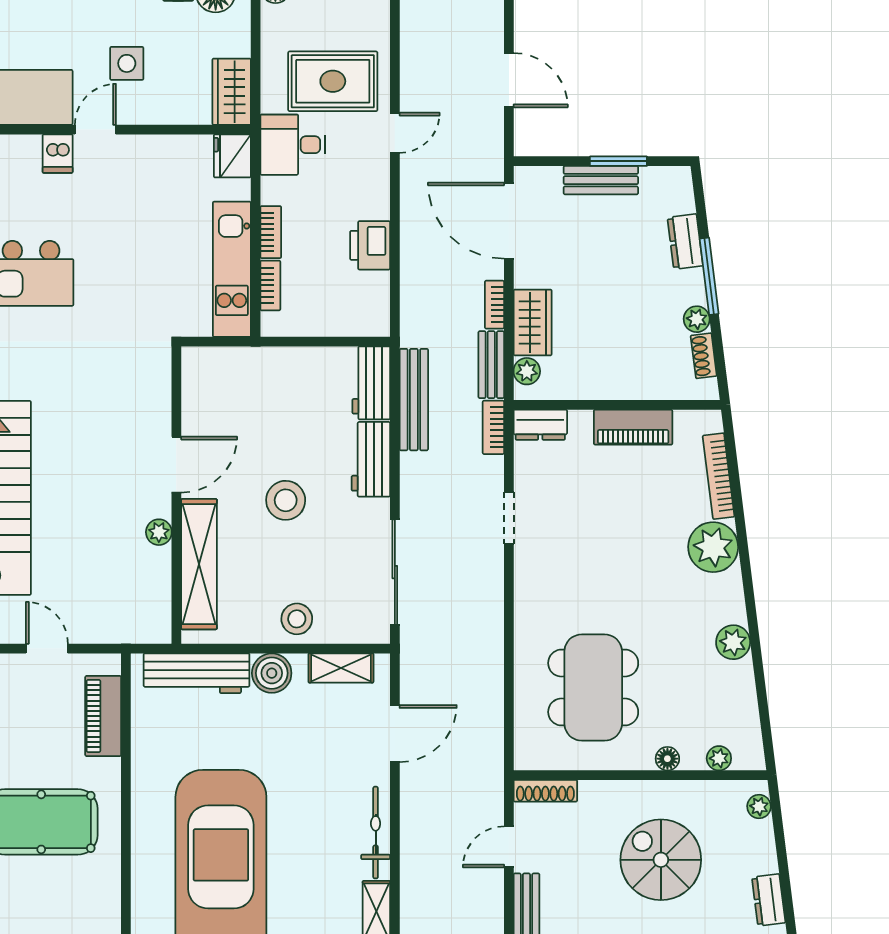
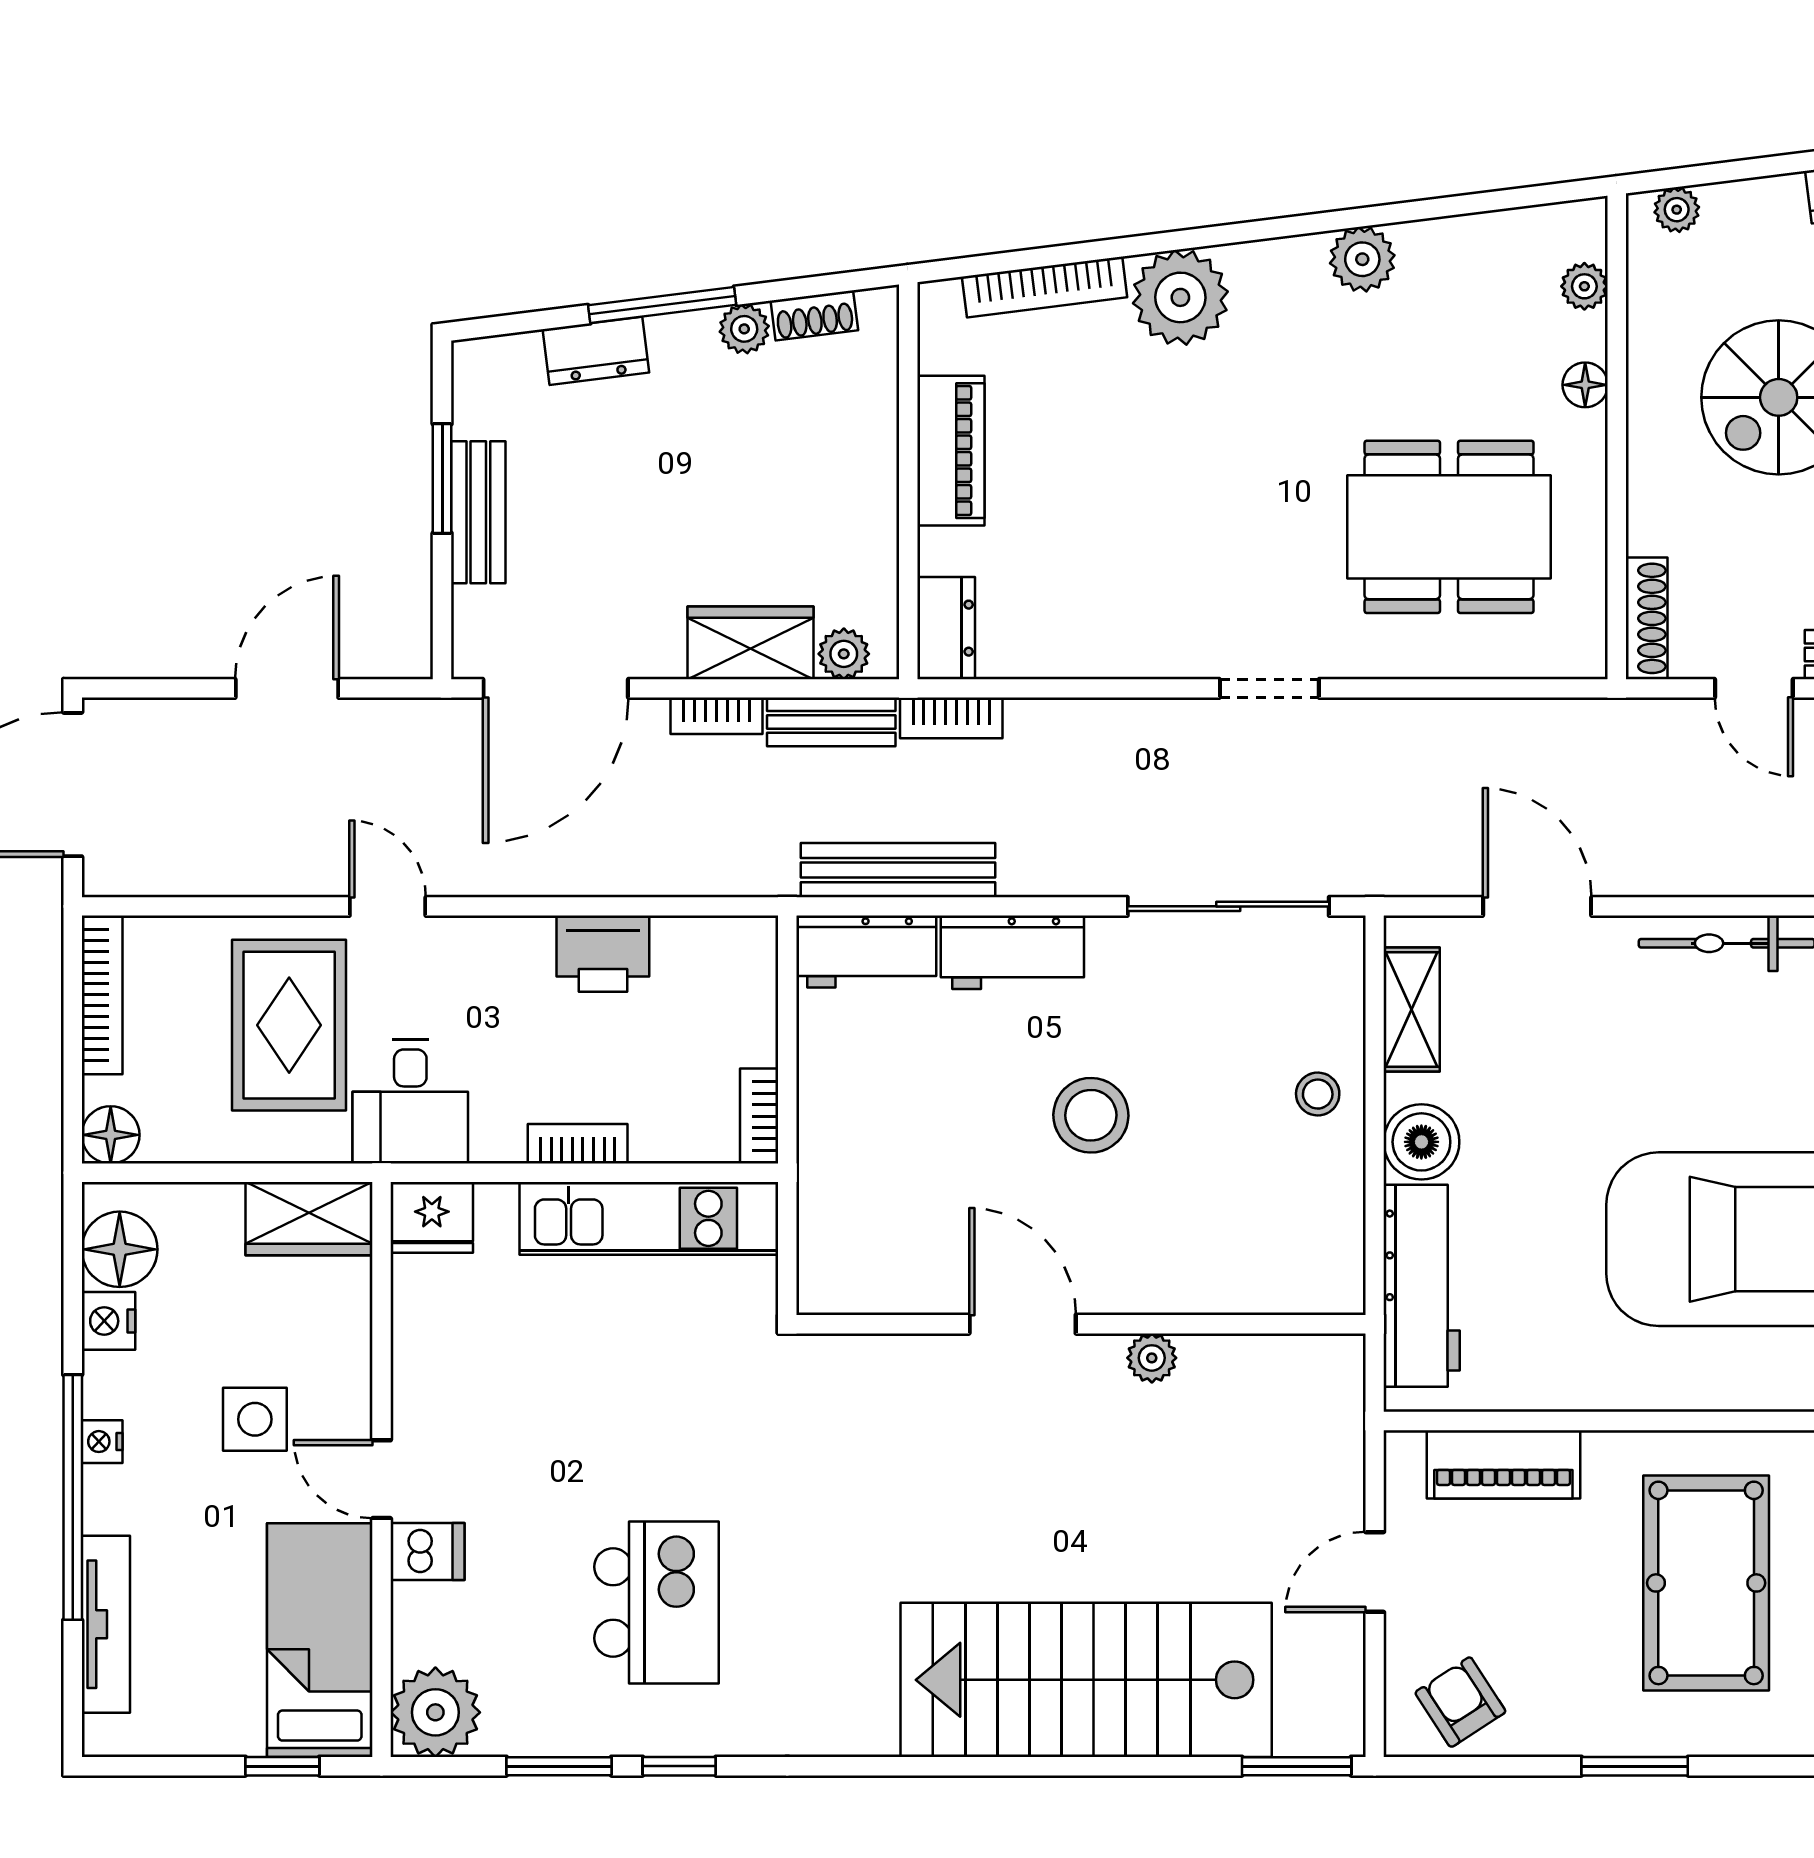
bookcase: (270, 285) -> (759, 1116), moved, turned -90
doorway: (509, 518) -> (1269, 688), moved
shelving: (199, 564) -> (1213, 1281), removed
stool: (297, 619) -> (1318, 1094), width x0.73, depth x0.73

